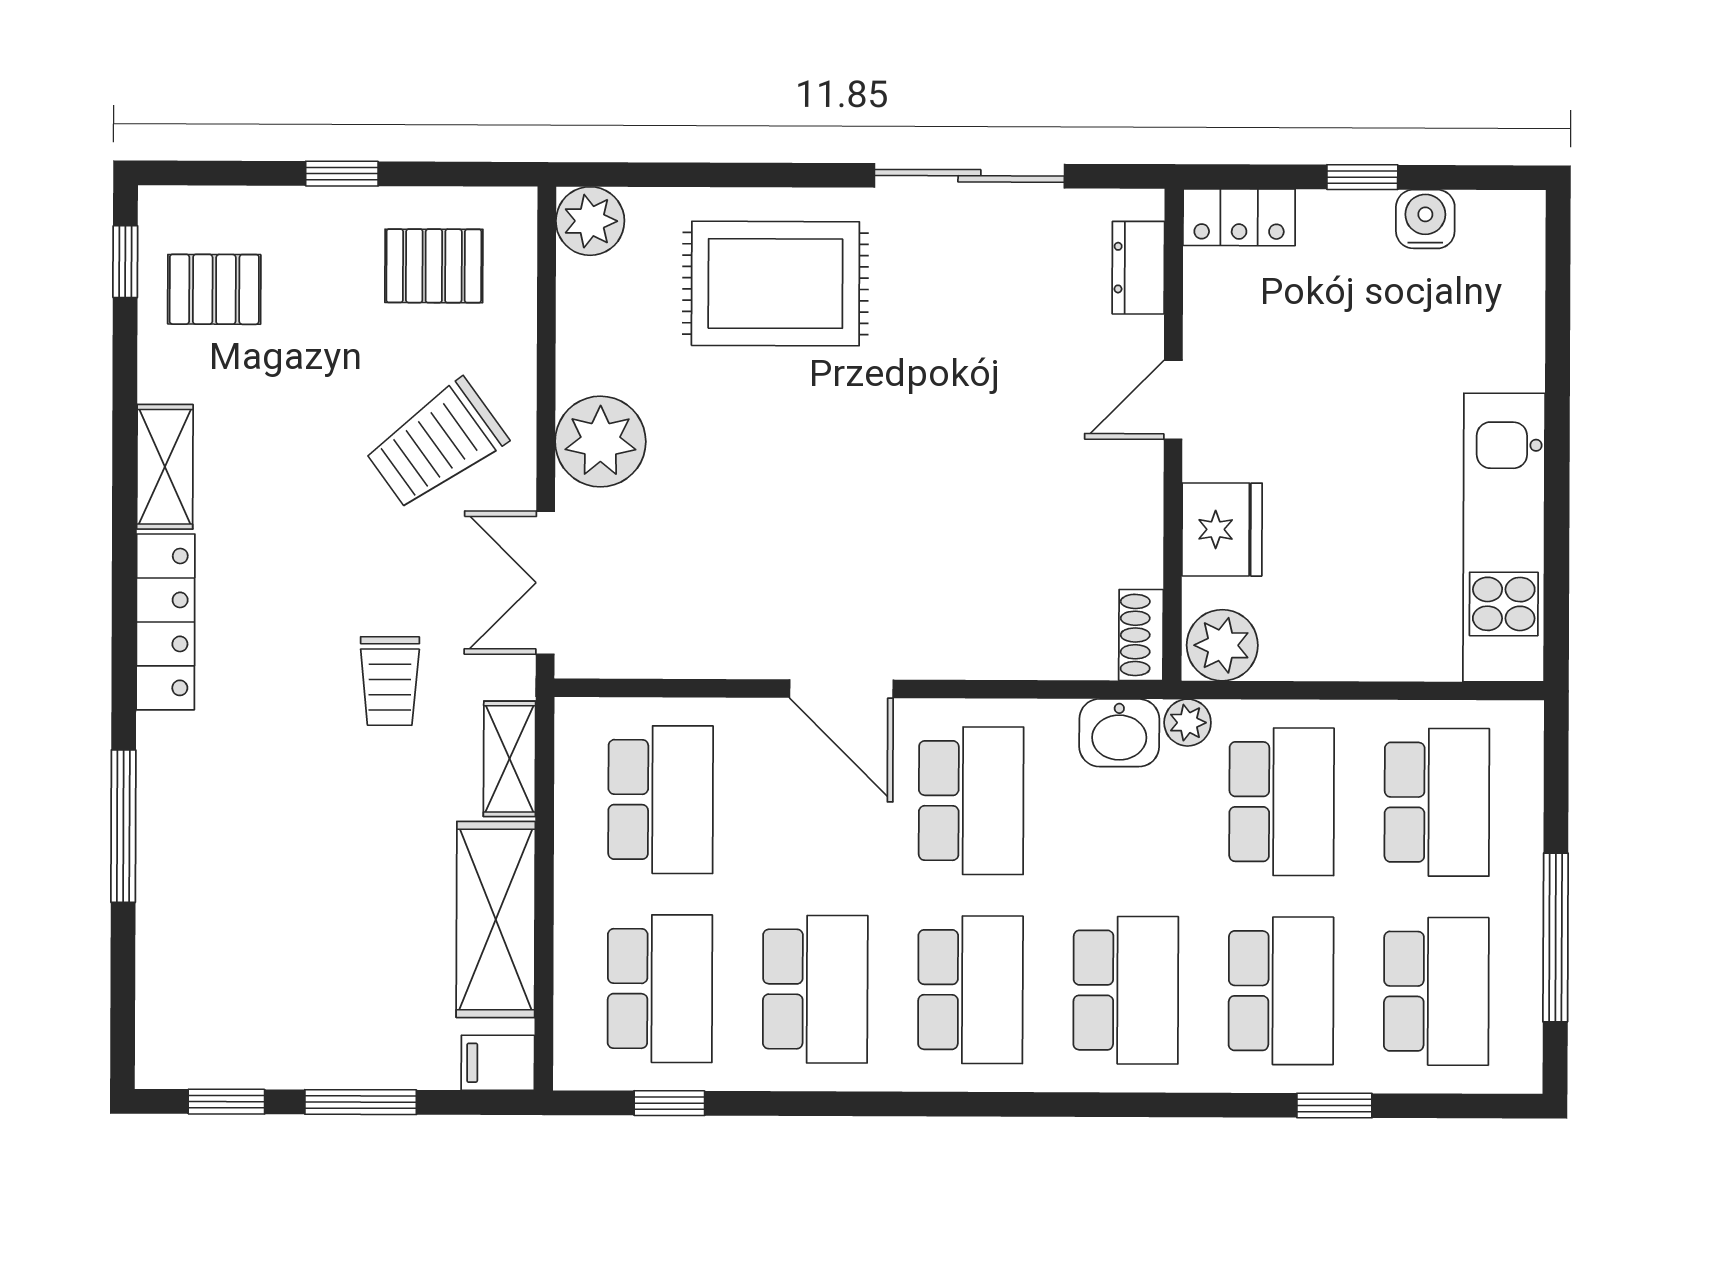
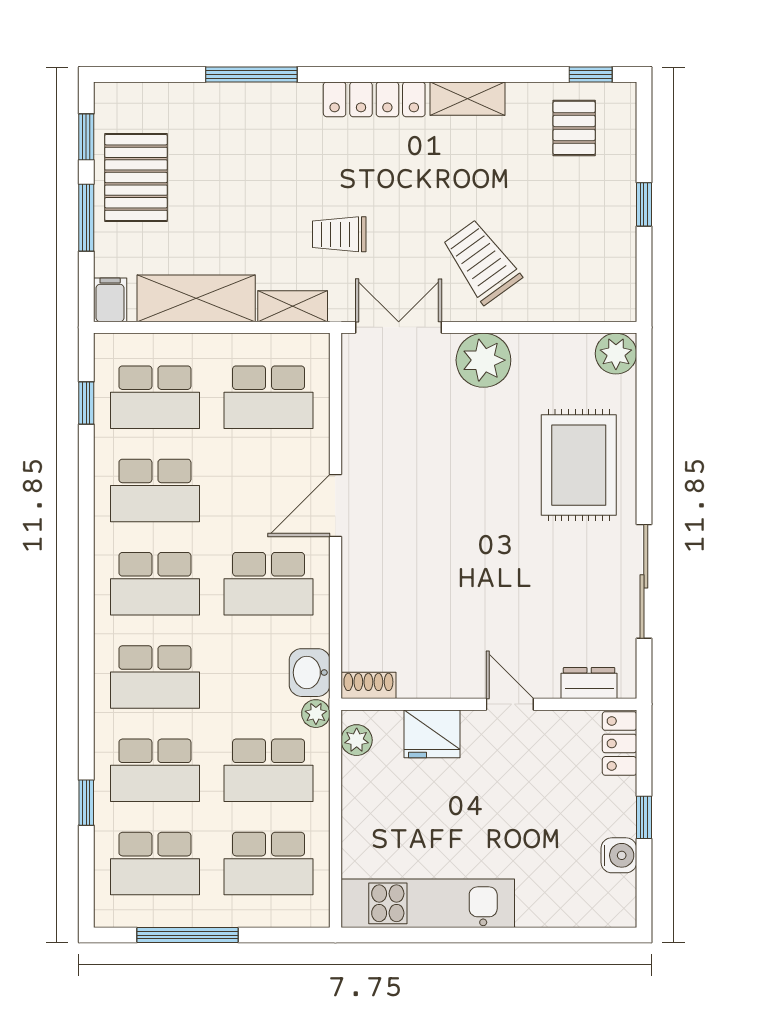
pallet: (434, 266) -> (136, 178), moved, width x1.50, depth x1.42
plant: (1222, 645) -> (357, 740), width x0.73, depth x0.73

